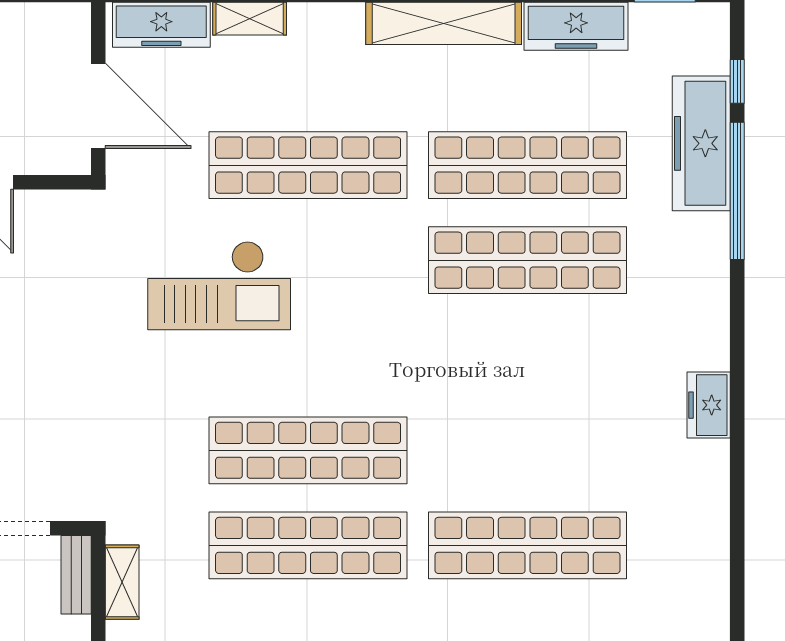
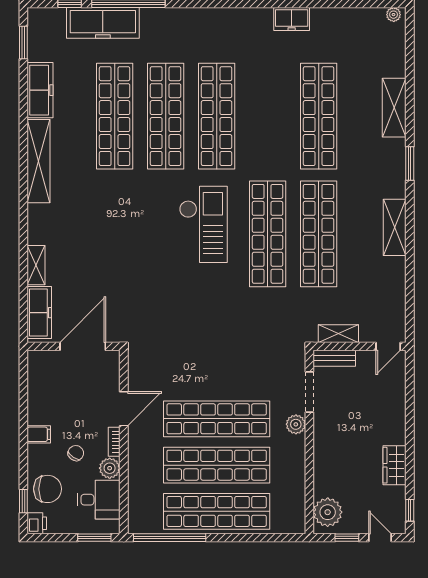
shop shelf: (308, 165) -> (217, 116), moved
checkout: (219, 285) -> (203, 224), moved
freezer: (709, 405) -> (292, 19), moved

